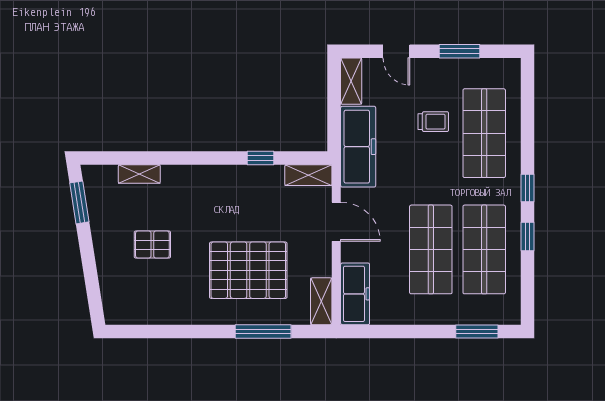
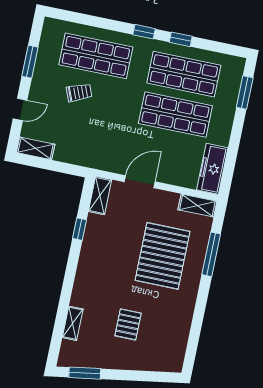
trolley: (433, 122) -> (79, 93), turned 68
freezer: (358, 147) -> (86, 153), removed
freezer: (355, 294) -> (212, 169), moved, turned -90

